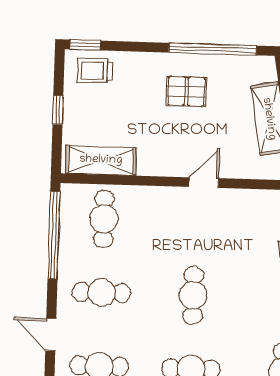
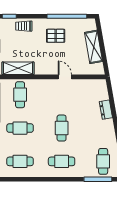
trolley: (95, 71) -> (24, 26), moved
door: (204, 183) -> (65, 77), hinge flipped

